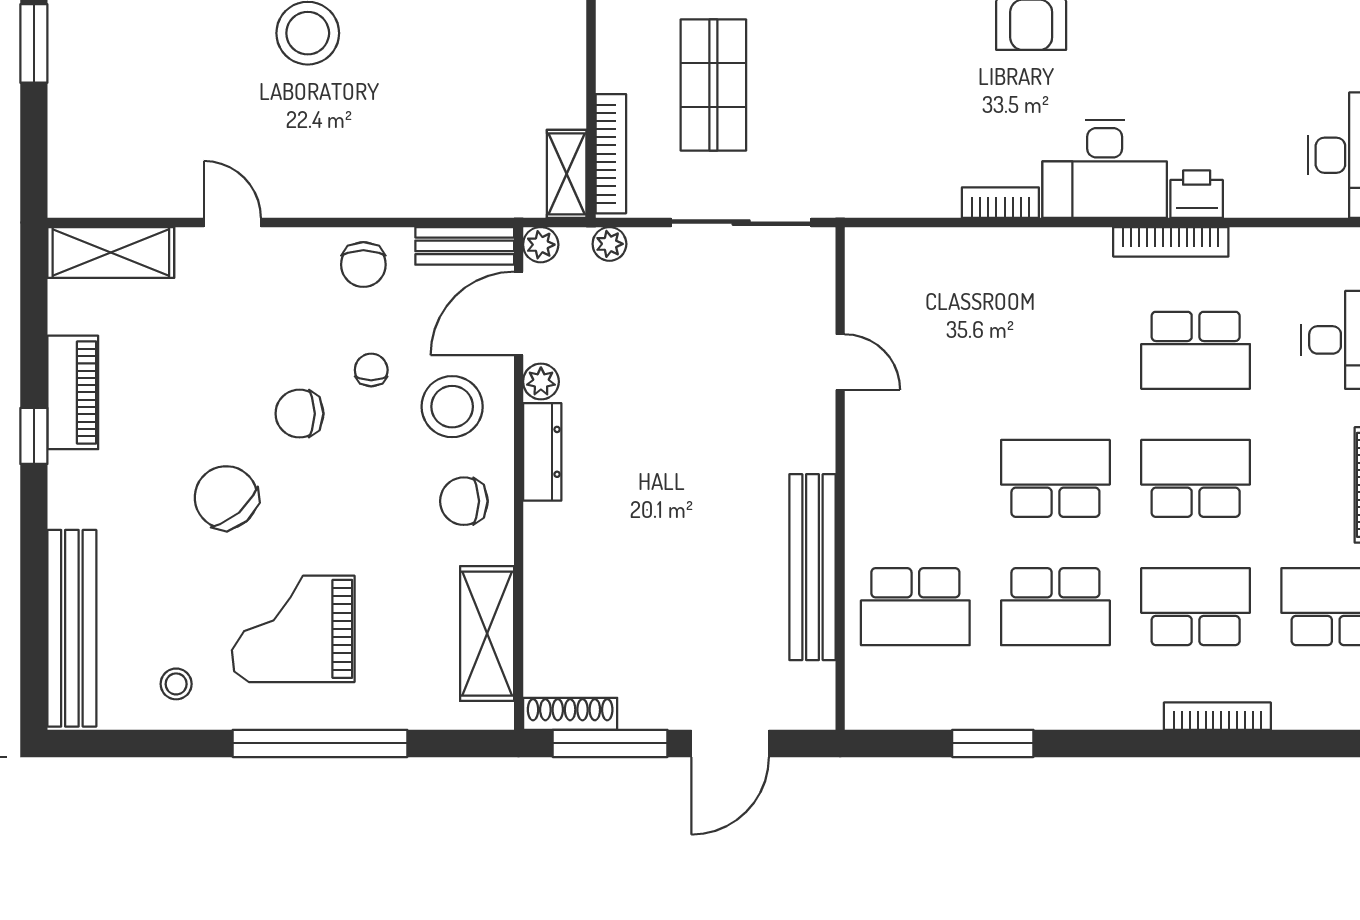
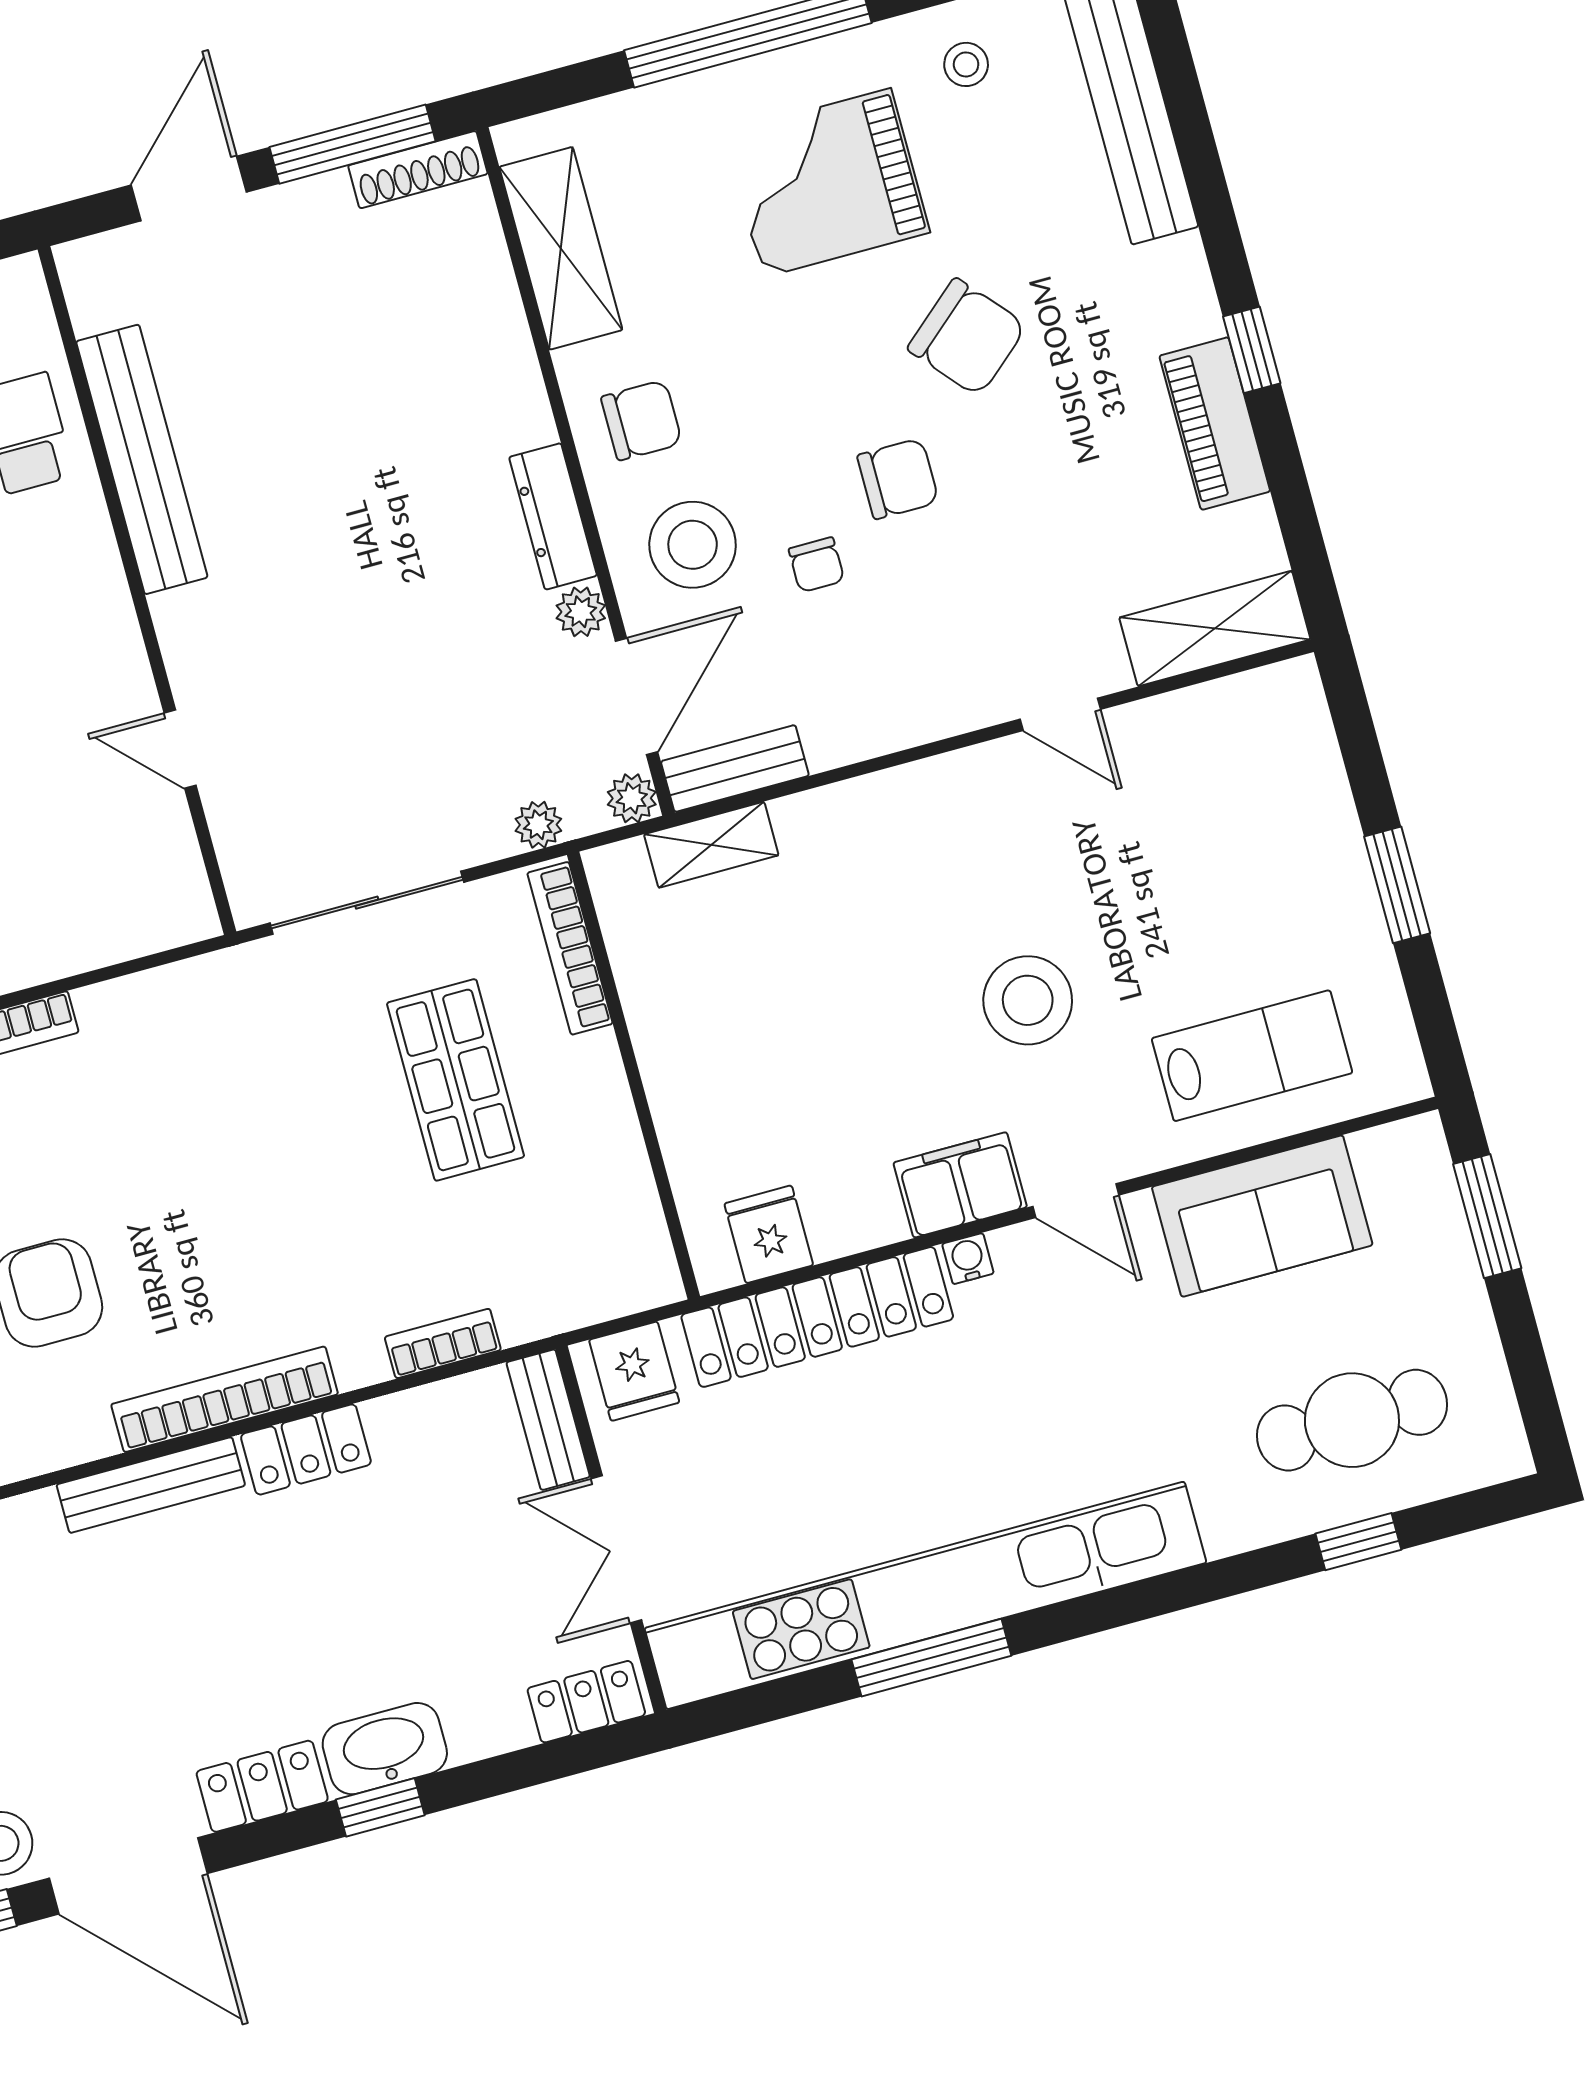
shelving: (567, 174) -> (711, 845), moved, turned 90
chair: (363, 265) -> (866, 706), removed
grand piano: (293, 629) -> (827, 183), turned 180

